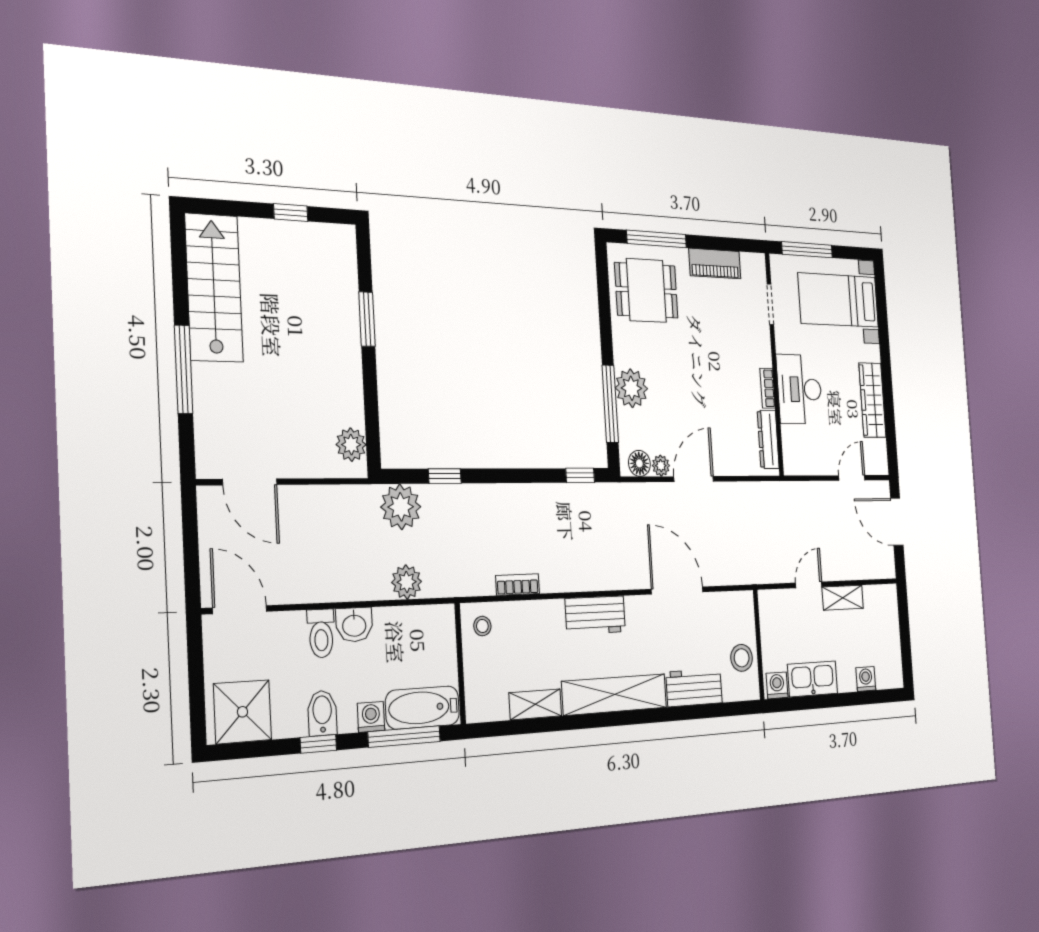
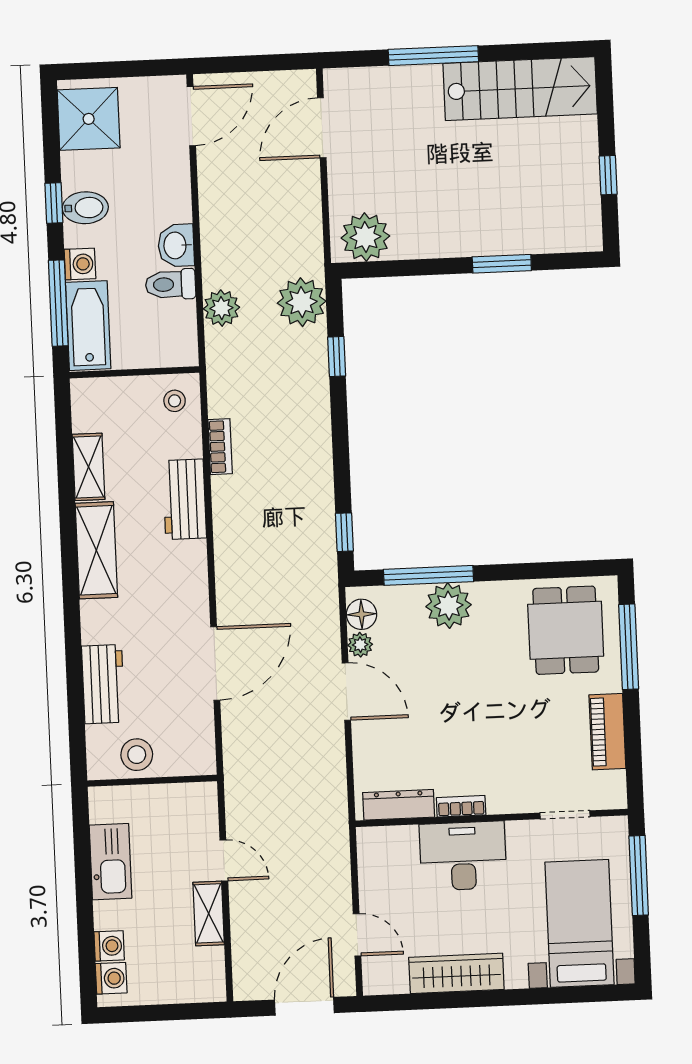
plant: (351, 445) -> (365, 237), width x1.36, depth x1.36
workbench: (595, 615) -> (184, 499), moved
toilet: (321, 633) -> (170, 284), moved
washing machine: (777, 685) -> (111, 978), moved
shelving: (615, 694) -> (96, 550), width x0.68

